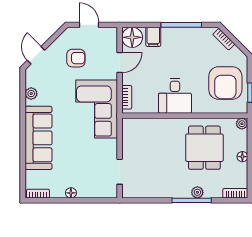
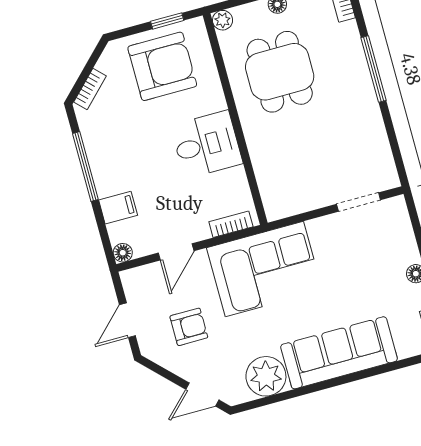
floor lamp: (132, 37) -> (123, 253), width x0.53, depth x0.53
armchair: (76, 58) -> (189, 327), turned 90
door: (120, 62) -> (176, 252), swing flipped
plant: (31, 94) -> (266, 376), width x1.88, depth x1.88
dining table: (204, 148) -> (280, 72), turned 90
plant: (197, 192) -> (357, 63), removed

